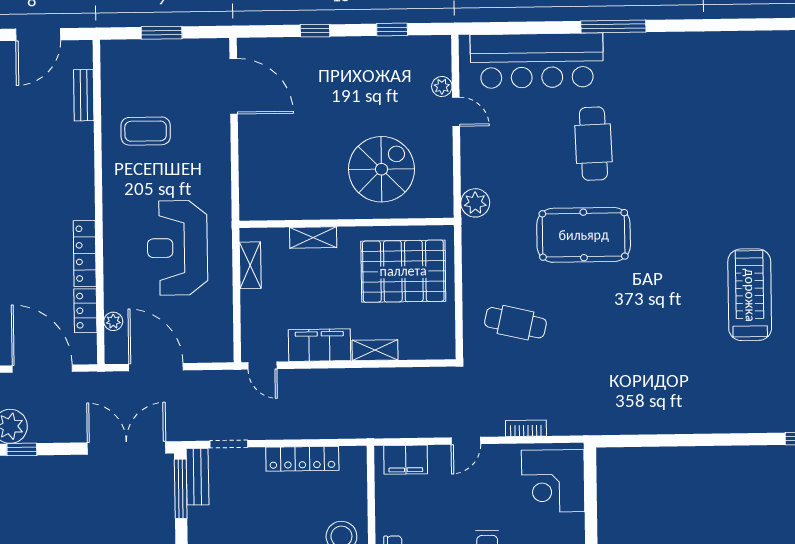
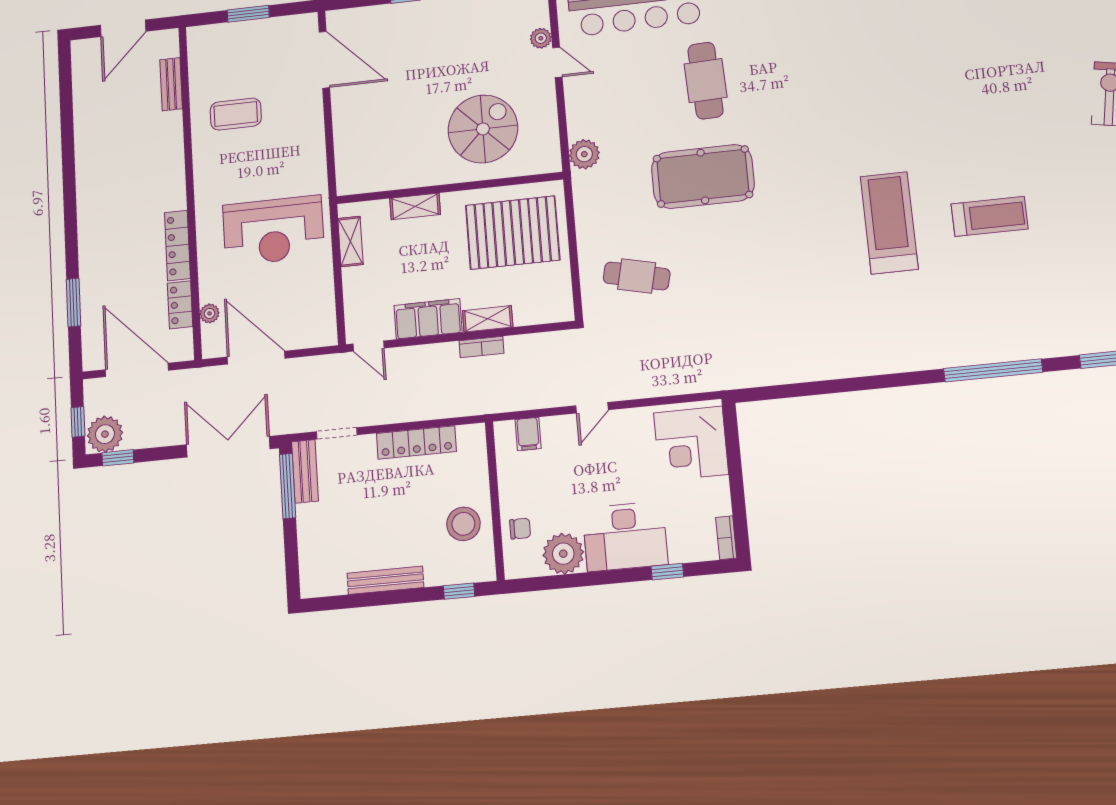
reception desk: (177, 248) -> (273, 231), turned -90
bookcase: (526, 428) -> (482, 347), moved, turned 180
filing cabinet: (406, 460) -> (528, 434), width x0.50

